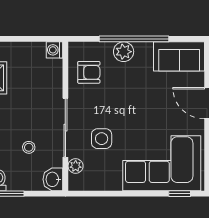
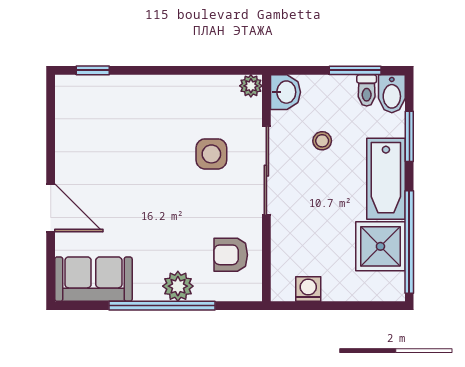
washing machine: (54, 50) -> (308, 289), moved, turned -90
corner sofa: (162, 163) -> (120, 117), removed
plant: (76, 166) -> (251, 86), moved

